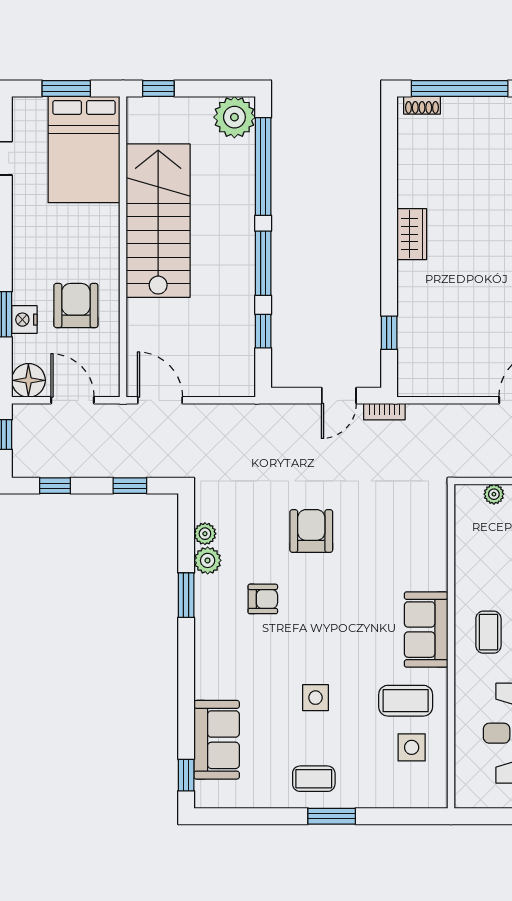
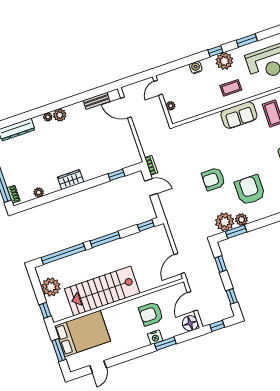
plant: (234, 117) -> (51, 287), moved
plant: (408, 159) -> (39, 192), added
nightstand: (24, 320) -> (155, 337), moved
window: (263, 331) -> (146, 225), moved
plant: (205, 534) -> (225, 222), width x1.87, depth x1.87
window: (186, 595) -> (236, 232), moved
armchair: (263, 599) -> (250, 190), width x1.88, depth x1.88

